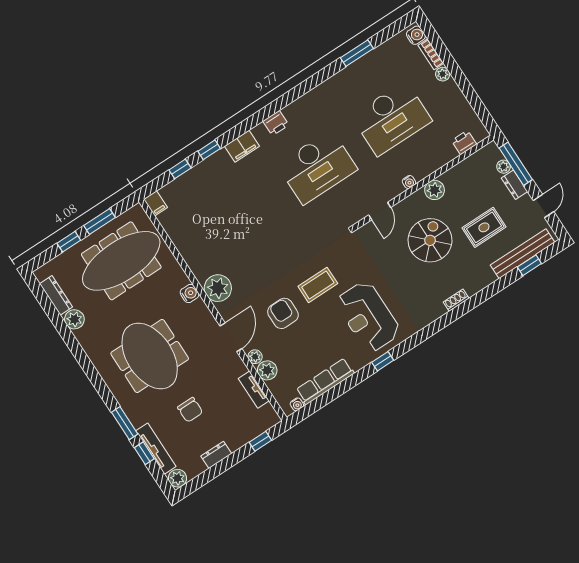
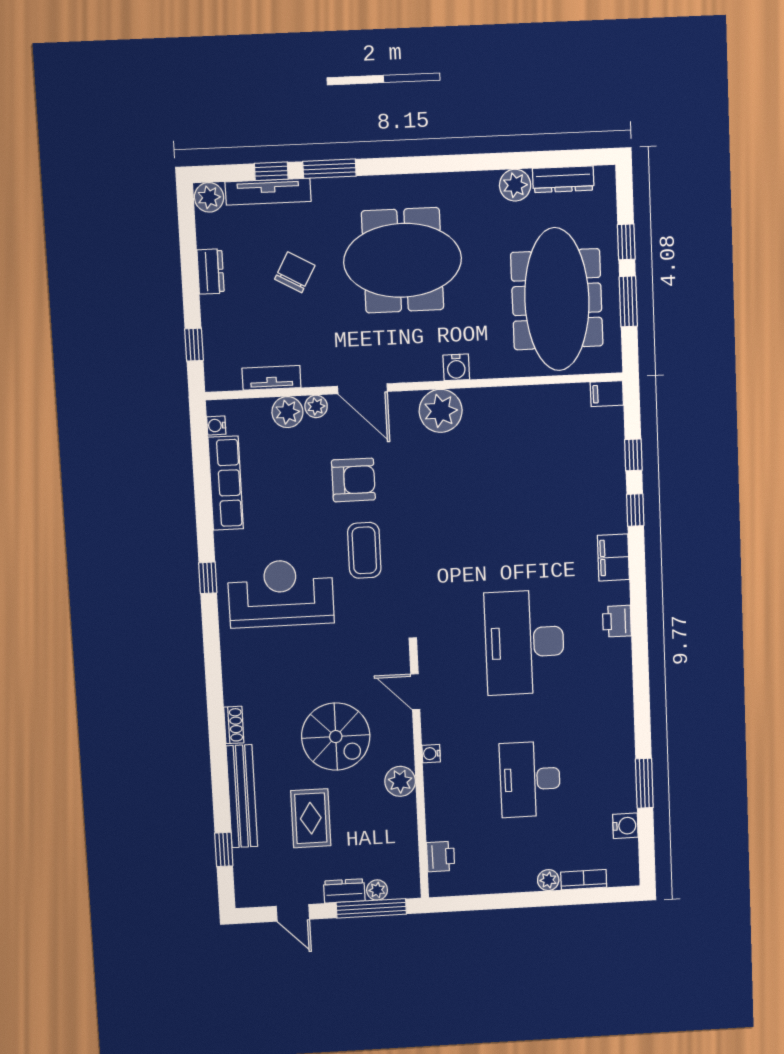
water cooler: (416, 35) -> (625, 826), moved, turned -90
desk: (392, 118) -> (530, 779), width x0.73, depth x0.77
bench: (523, 254) -> (242, 796), moved
chair: (190, 410) -> (295, 272), turned 119

